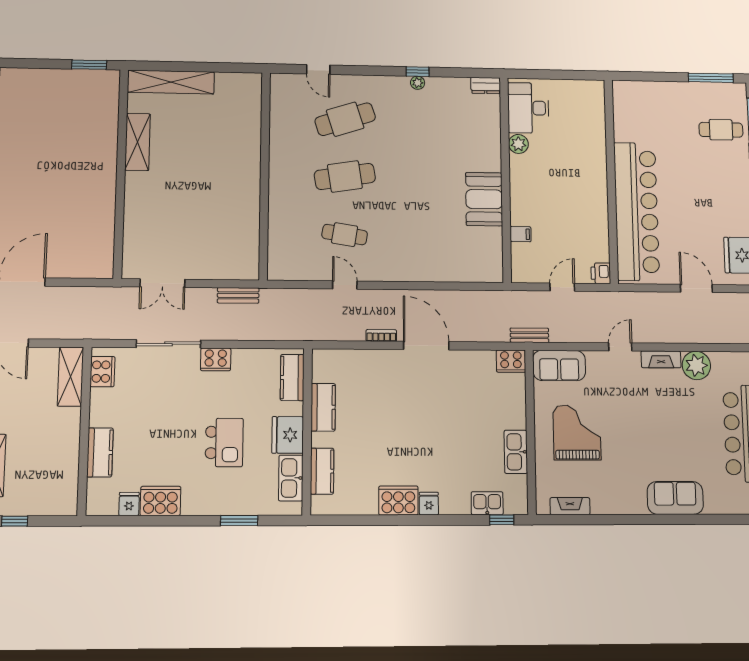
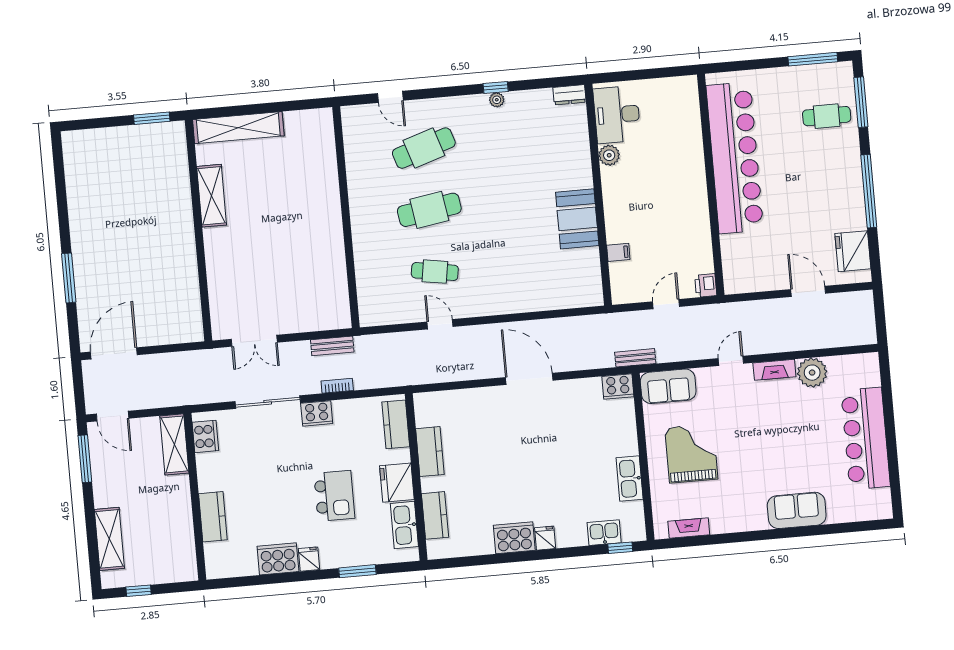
bar counter: (636, 211) -> (735, 158), moved
bookcase: (381, 335) -> (337, 386), moved
fridge: (129, 504) -> (309, 559), moved

